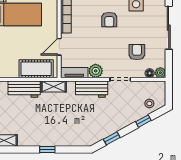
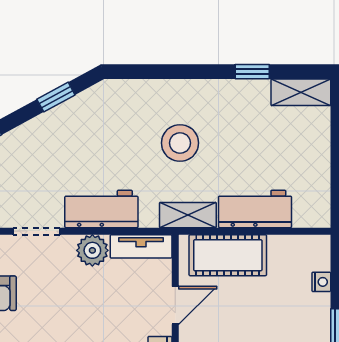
stool: (57, 118) -> (180, 143), added
window: (47, 150) -> (252, 72), moved

